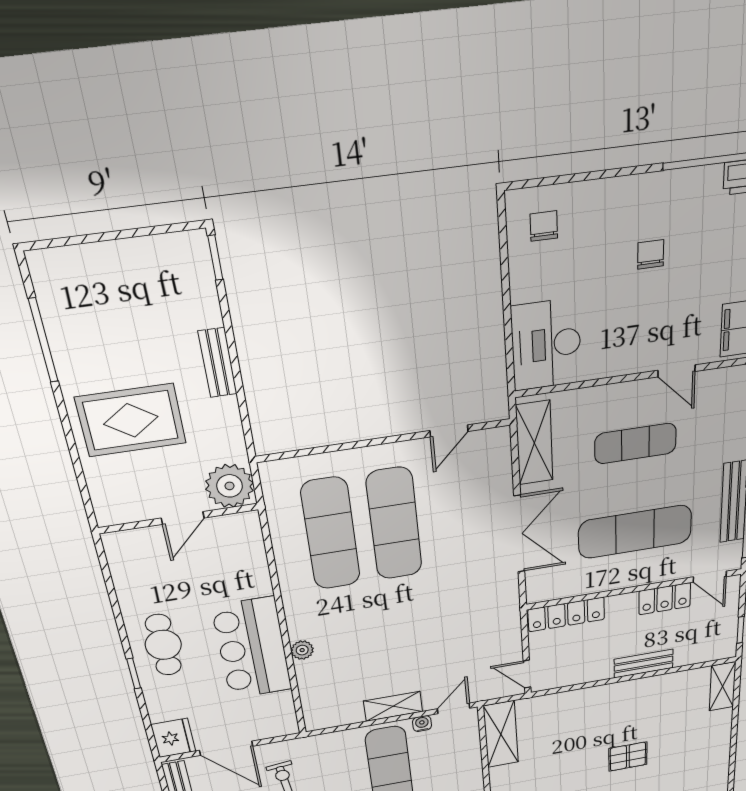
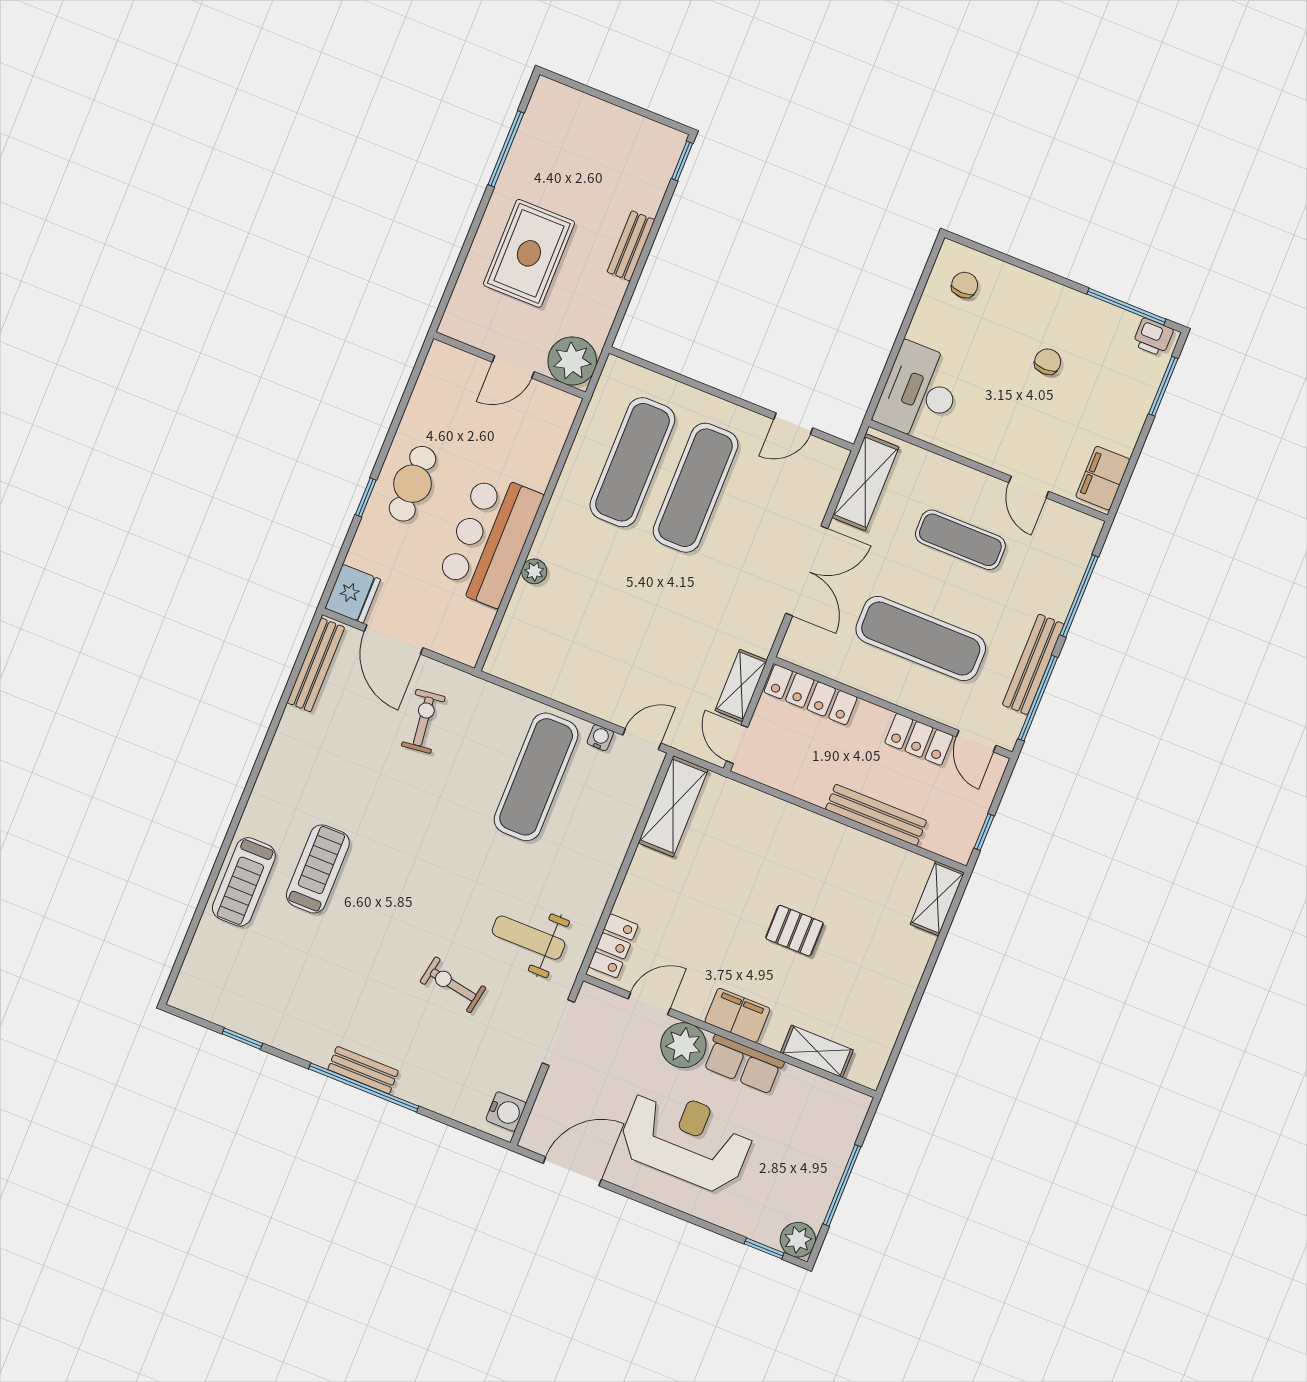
rug: (131, 420) -> (529, 253), turned 90
bench: (644, 664) -> (876, 815), width x1.36
shelving: (393, 706) -> (741, 685), moved, turned 90

